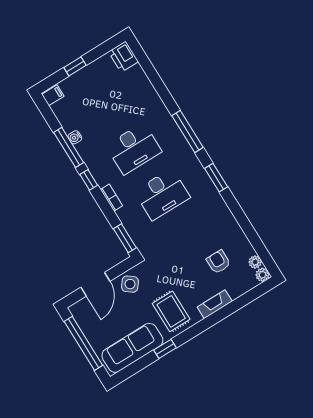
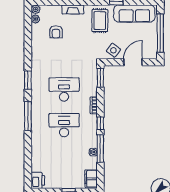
filing cabinet: (53, 95) -> (91, 179), width x2.00

